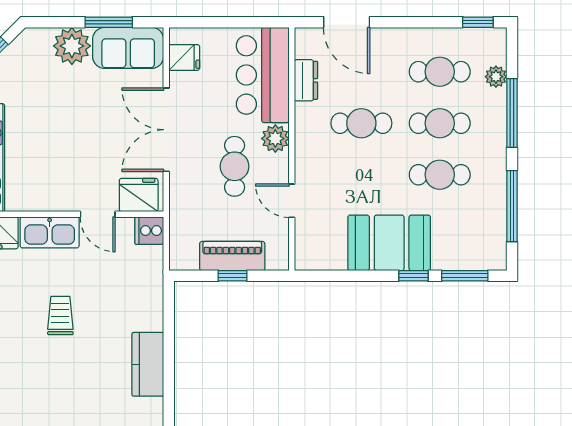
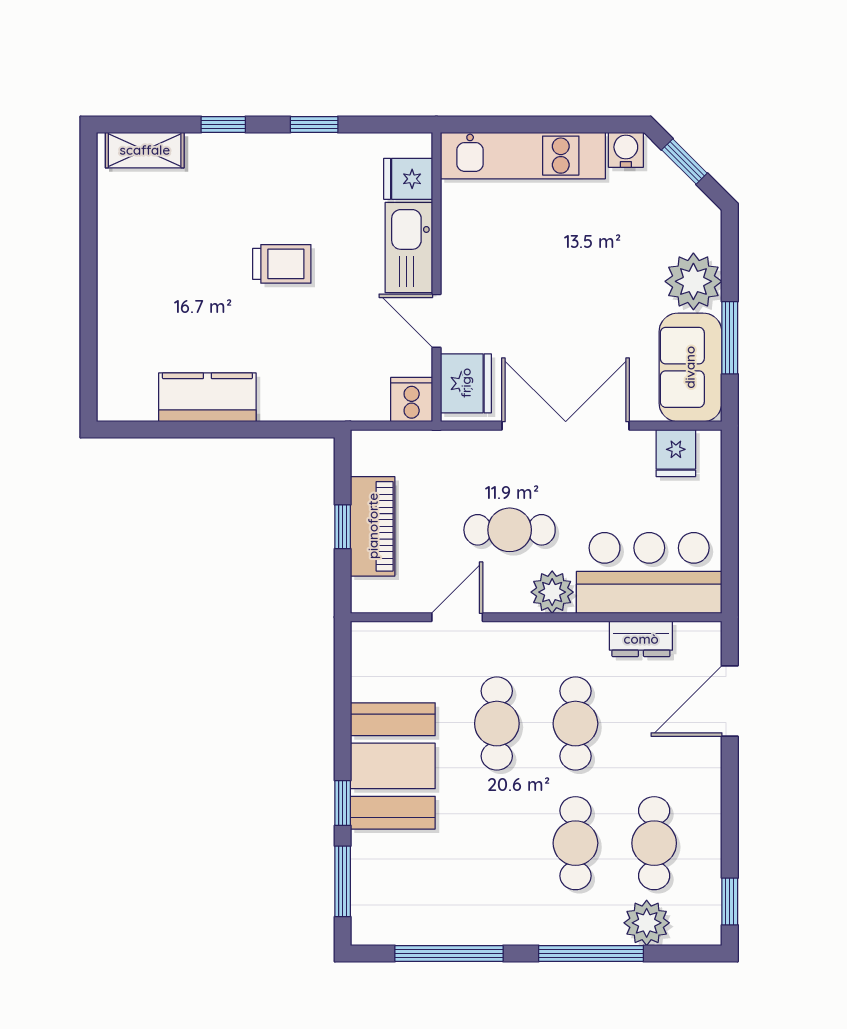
plant: (496, 77) -> (647, 923), width x1.38, depth x1.38
cafe table: (440, 175) -> (497, 724), moved
door: (98, 214) -> (436, 321), hinge flipped

